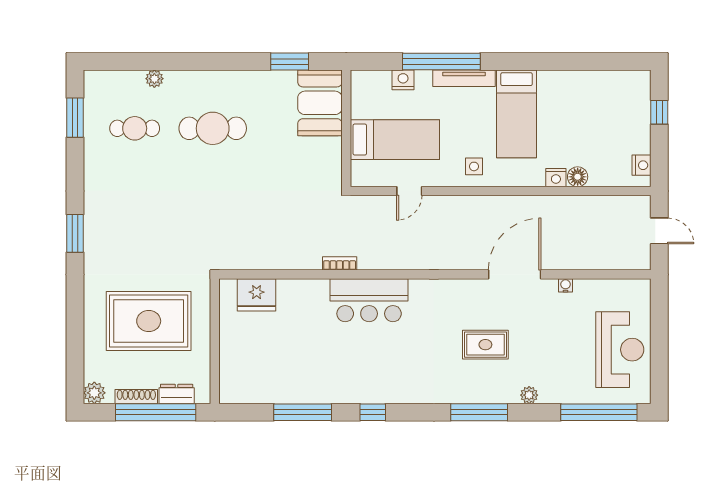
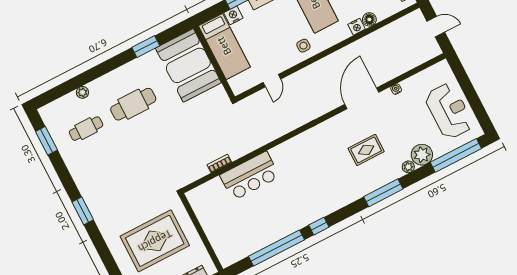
window: (290, 62) -> (146, 47), moved
booth: (320, 103) -> (188, 65), width x1.36, depth x1.42
bed: (395, 140) -> (224, 46), moved, turned 90
bookcase: (340, 263) -> (219, 163), moved
fridge: (257, 295) -> (212, 191), removed
bar counter: (369, 300) -> (250, 176), moved
plant: (555, 388) -> (422, 155), added
window: (303, 412) -> (276, 248), width x1.46

